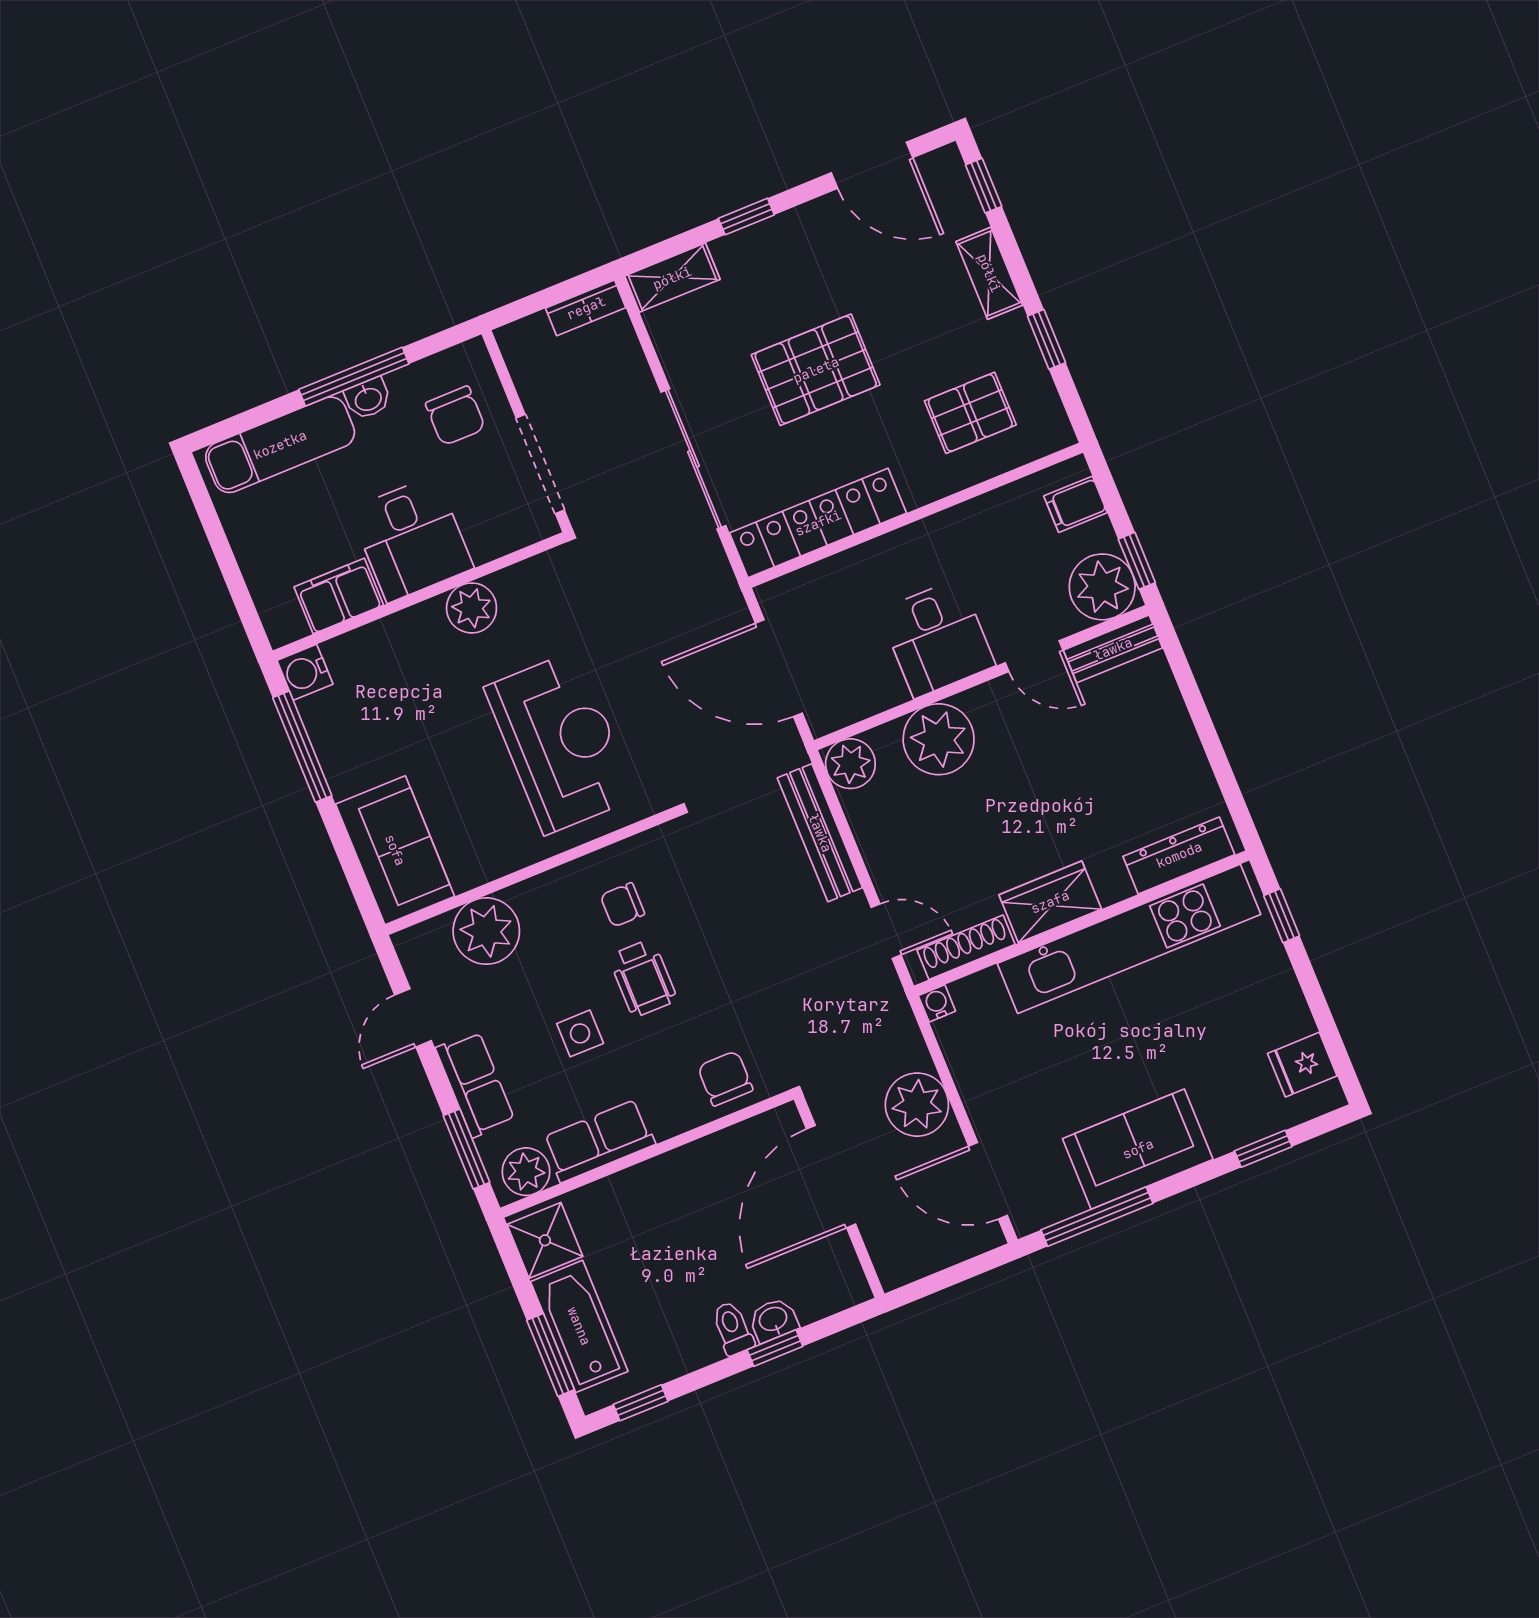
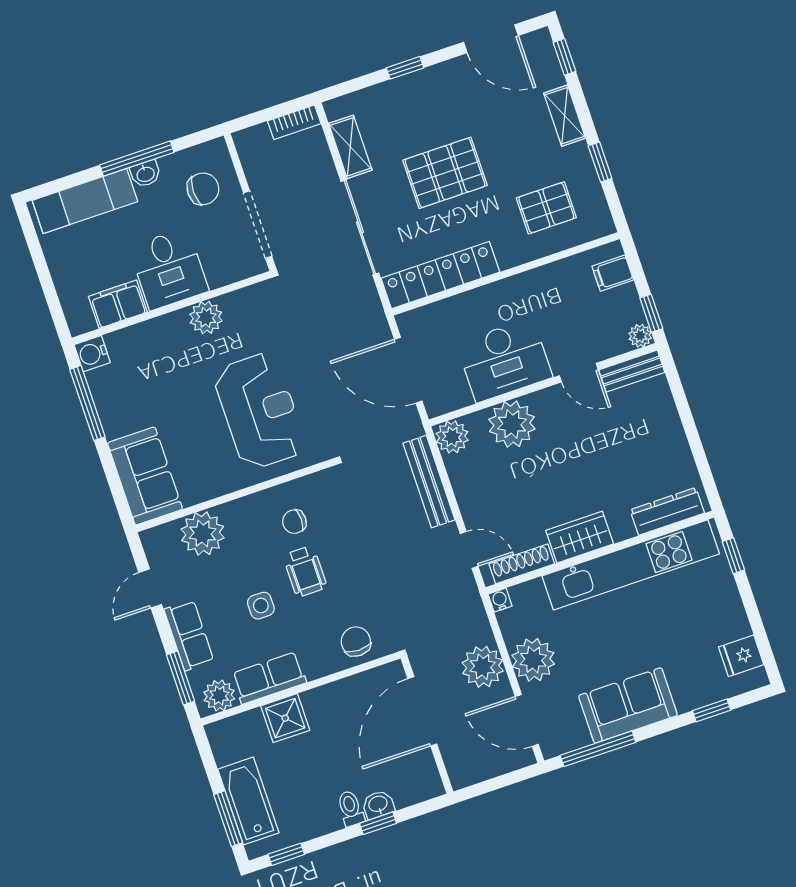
shelving: (672, 278) -> (350, 147), moved, turned 90
chair: (455, 416) -> (203, 189), turned -90
plant: (1102, 587) -> (640, 336), width x0.53, depth x0.53
desk: (937, 638) -> (504, 360), width x1.37
plant: (992, 1089) -> (533, 660), added
shower: (545, 1240) -> (285, 718), moved

